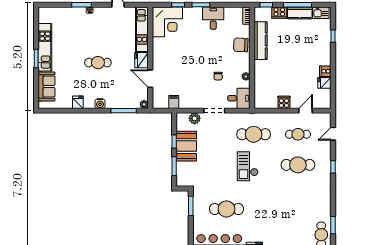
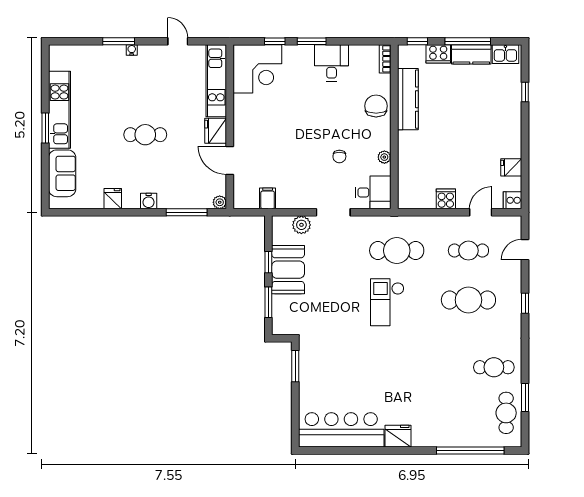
chair: (241, 45) -> (376, 106), turned 87
cooker: (325, 71) -> (513, 200), moved
cafe table: (226, 209) -> (494, 367), moved, width x0.73, depth x0.74

